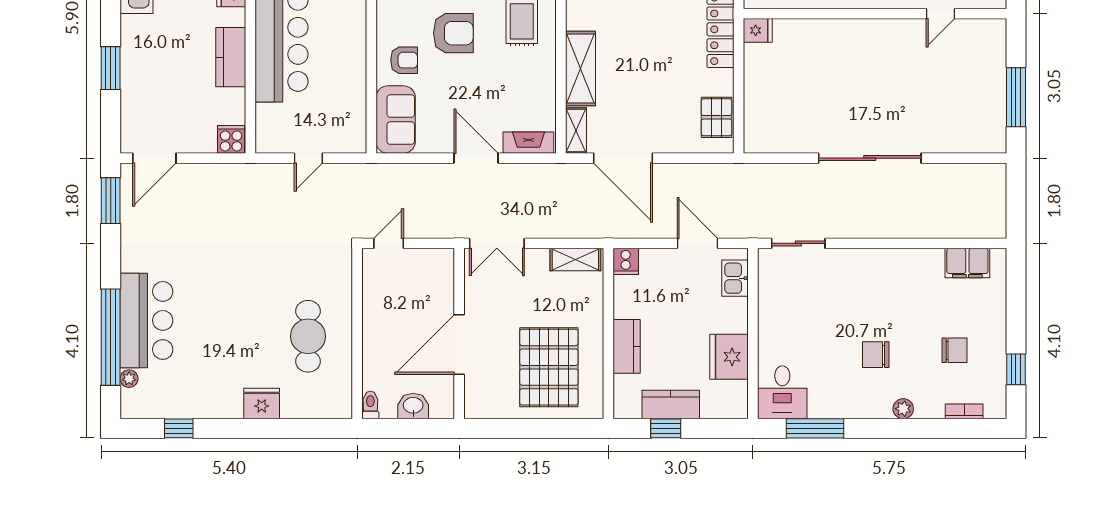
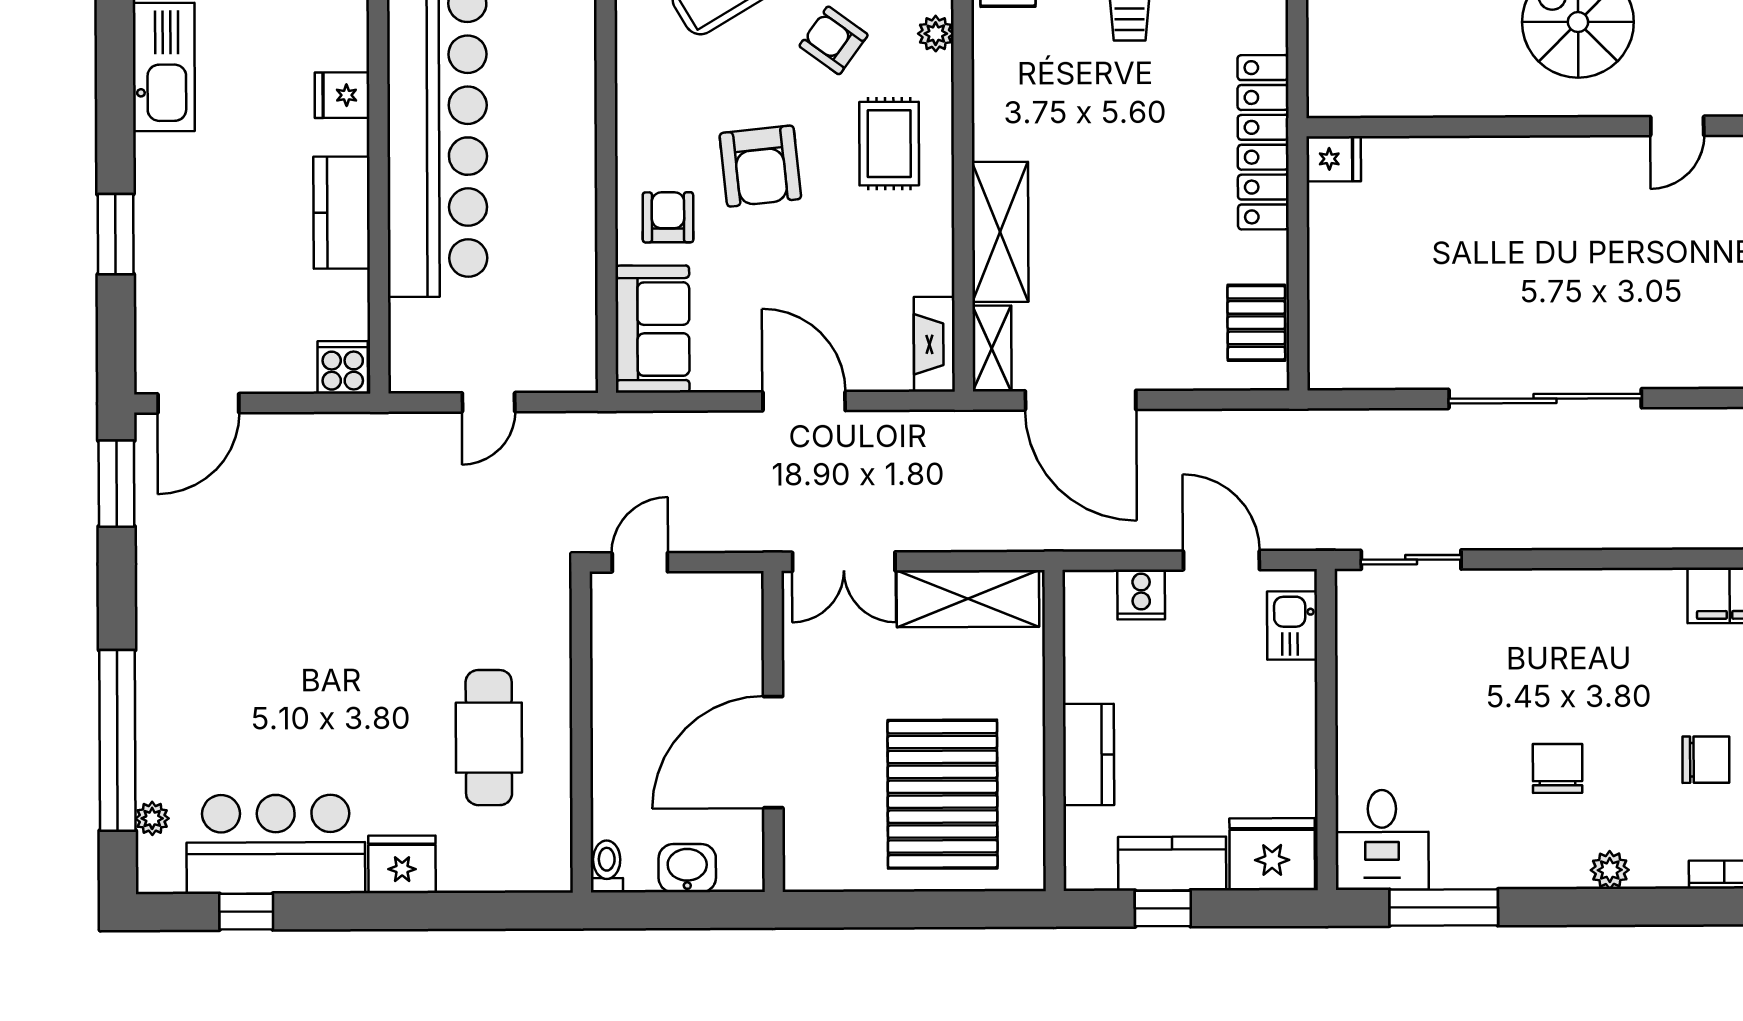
armchair: (453, 33) -> (760, 166), turned 84
armchair: (404, 60) -> (668, 217), turned -90
fireplace: (528, 143) -> (934, 344), moved, turned -90
shelving: (575, 260) -> (968, 599), width x1.50, depth x1.33
cooker: (626, 261) -> (1141, 594), moved
bar counter: (146, 320) -> (276, 844), moved, turned -90
chair: (876, 355) -> (1558, 768), turned 90
fridge: (729, 357) -> (1272, 854), moved, turned 90

